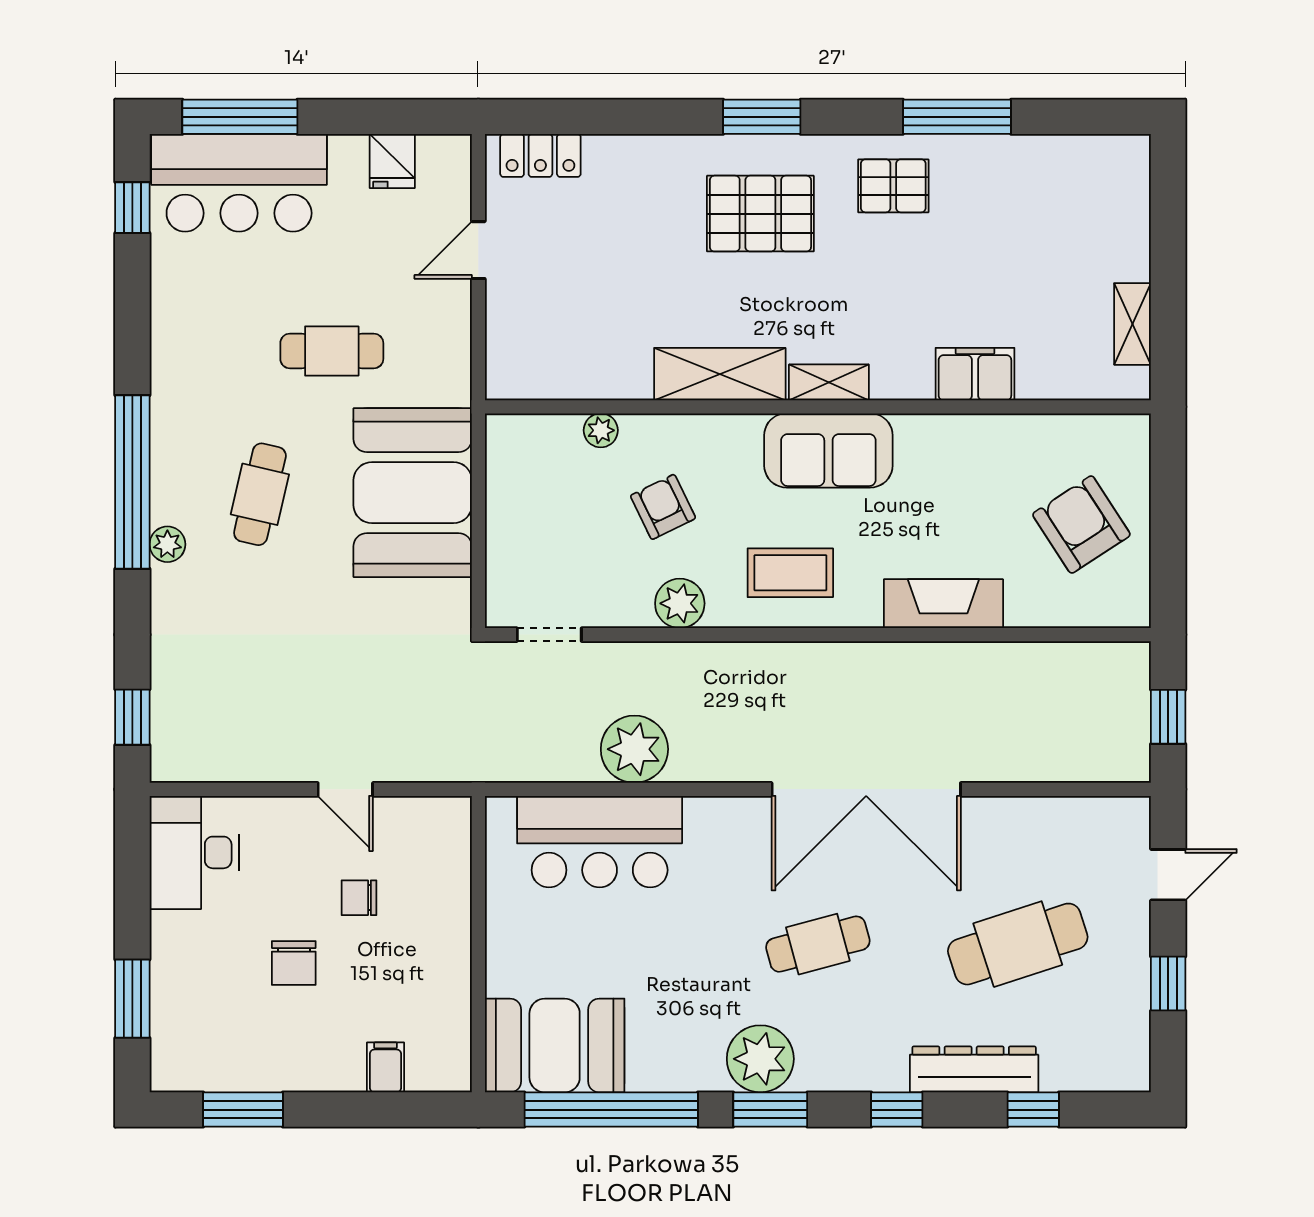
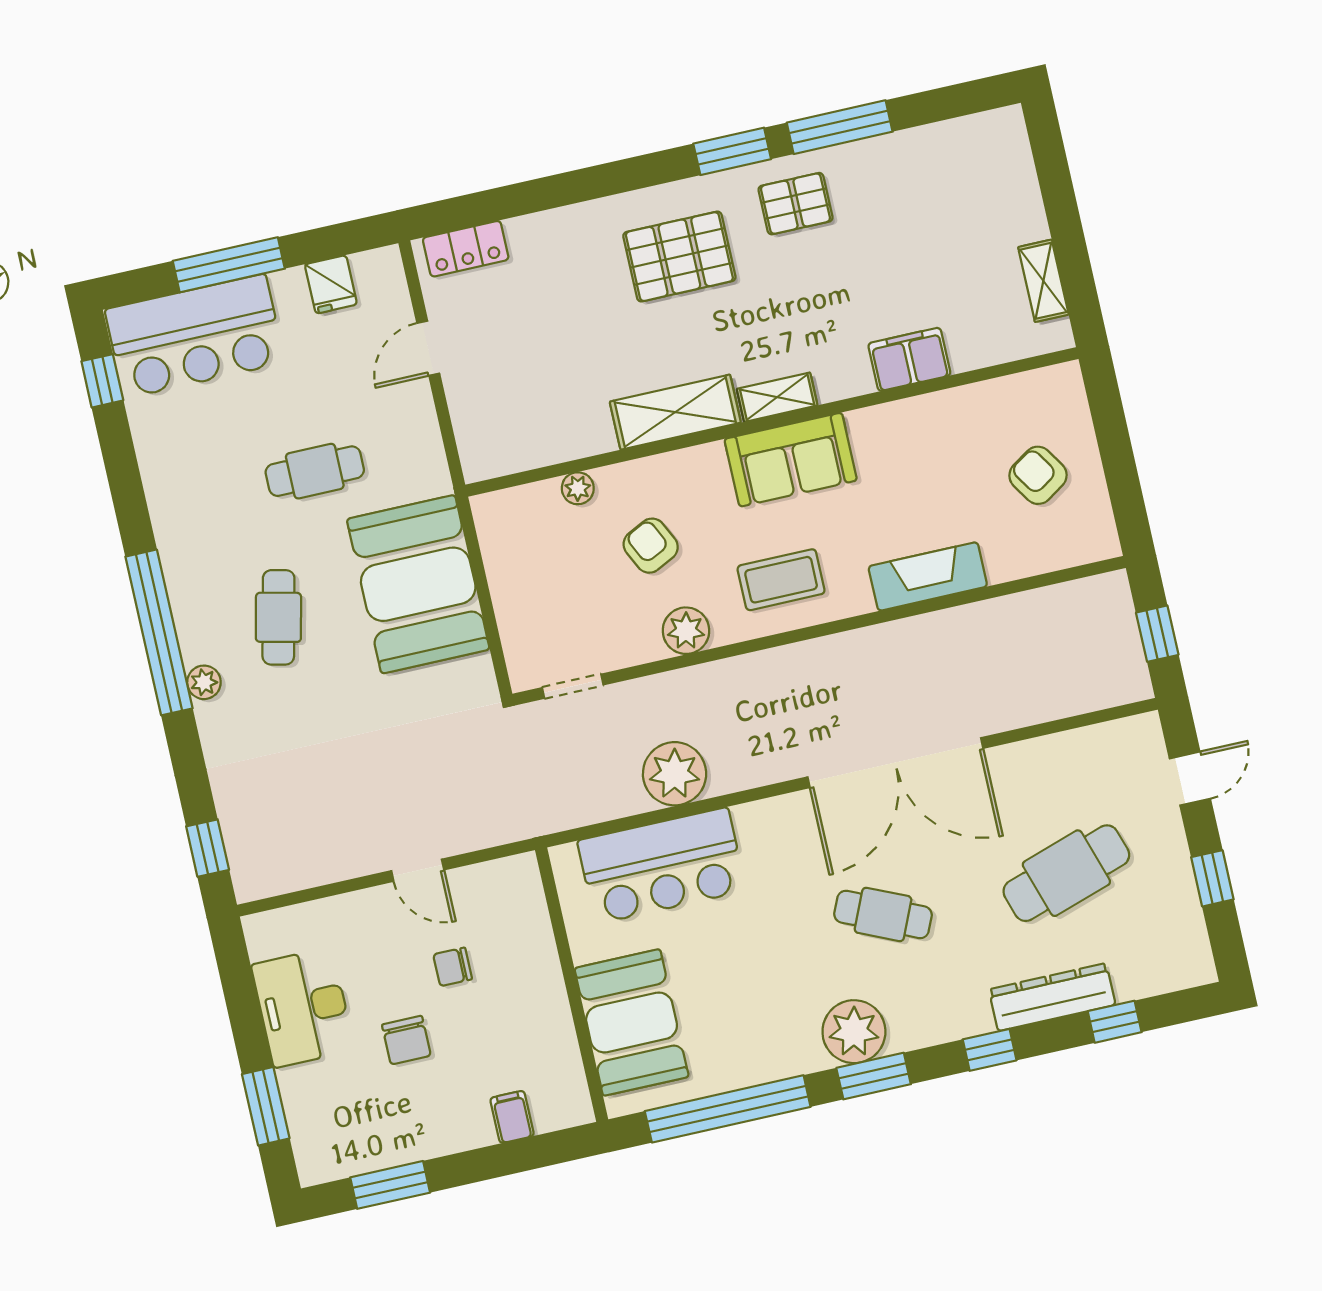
window: (240, 117) -> (229, 265), moved
window: (762, 117) -> (732, 151), moved
armchair: (1081, 525) -> (1038, 475), width x0.72, depth x0.72
desk: (194, 852) -> (303, 1007), moved
cafe table: (818, 944) -> (883, 914), turned 39
booth: (555, 1045) -> (632, 1022), moved, turned 90

